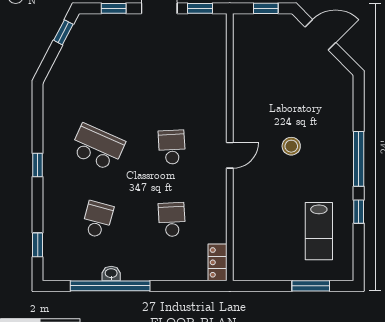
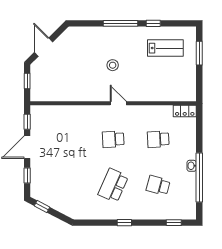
washbasin: (111, 274) -> (192, 166), moved

